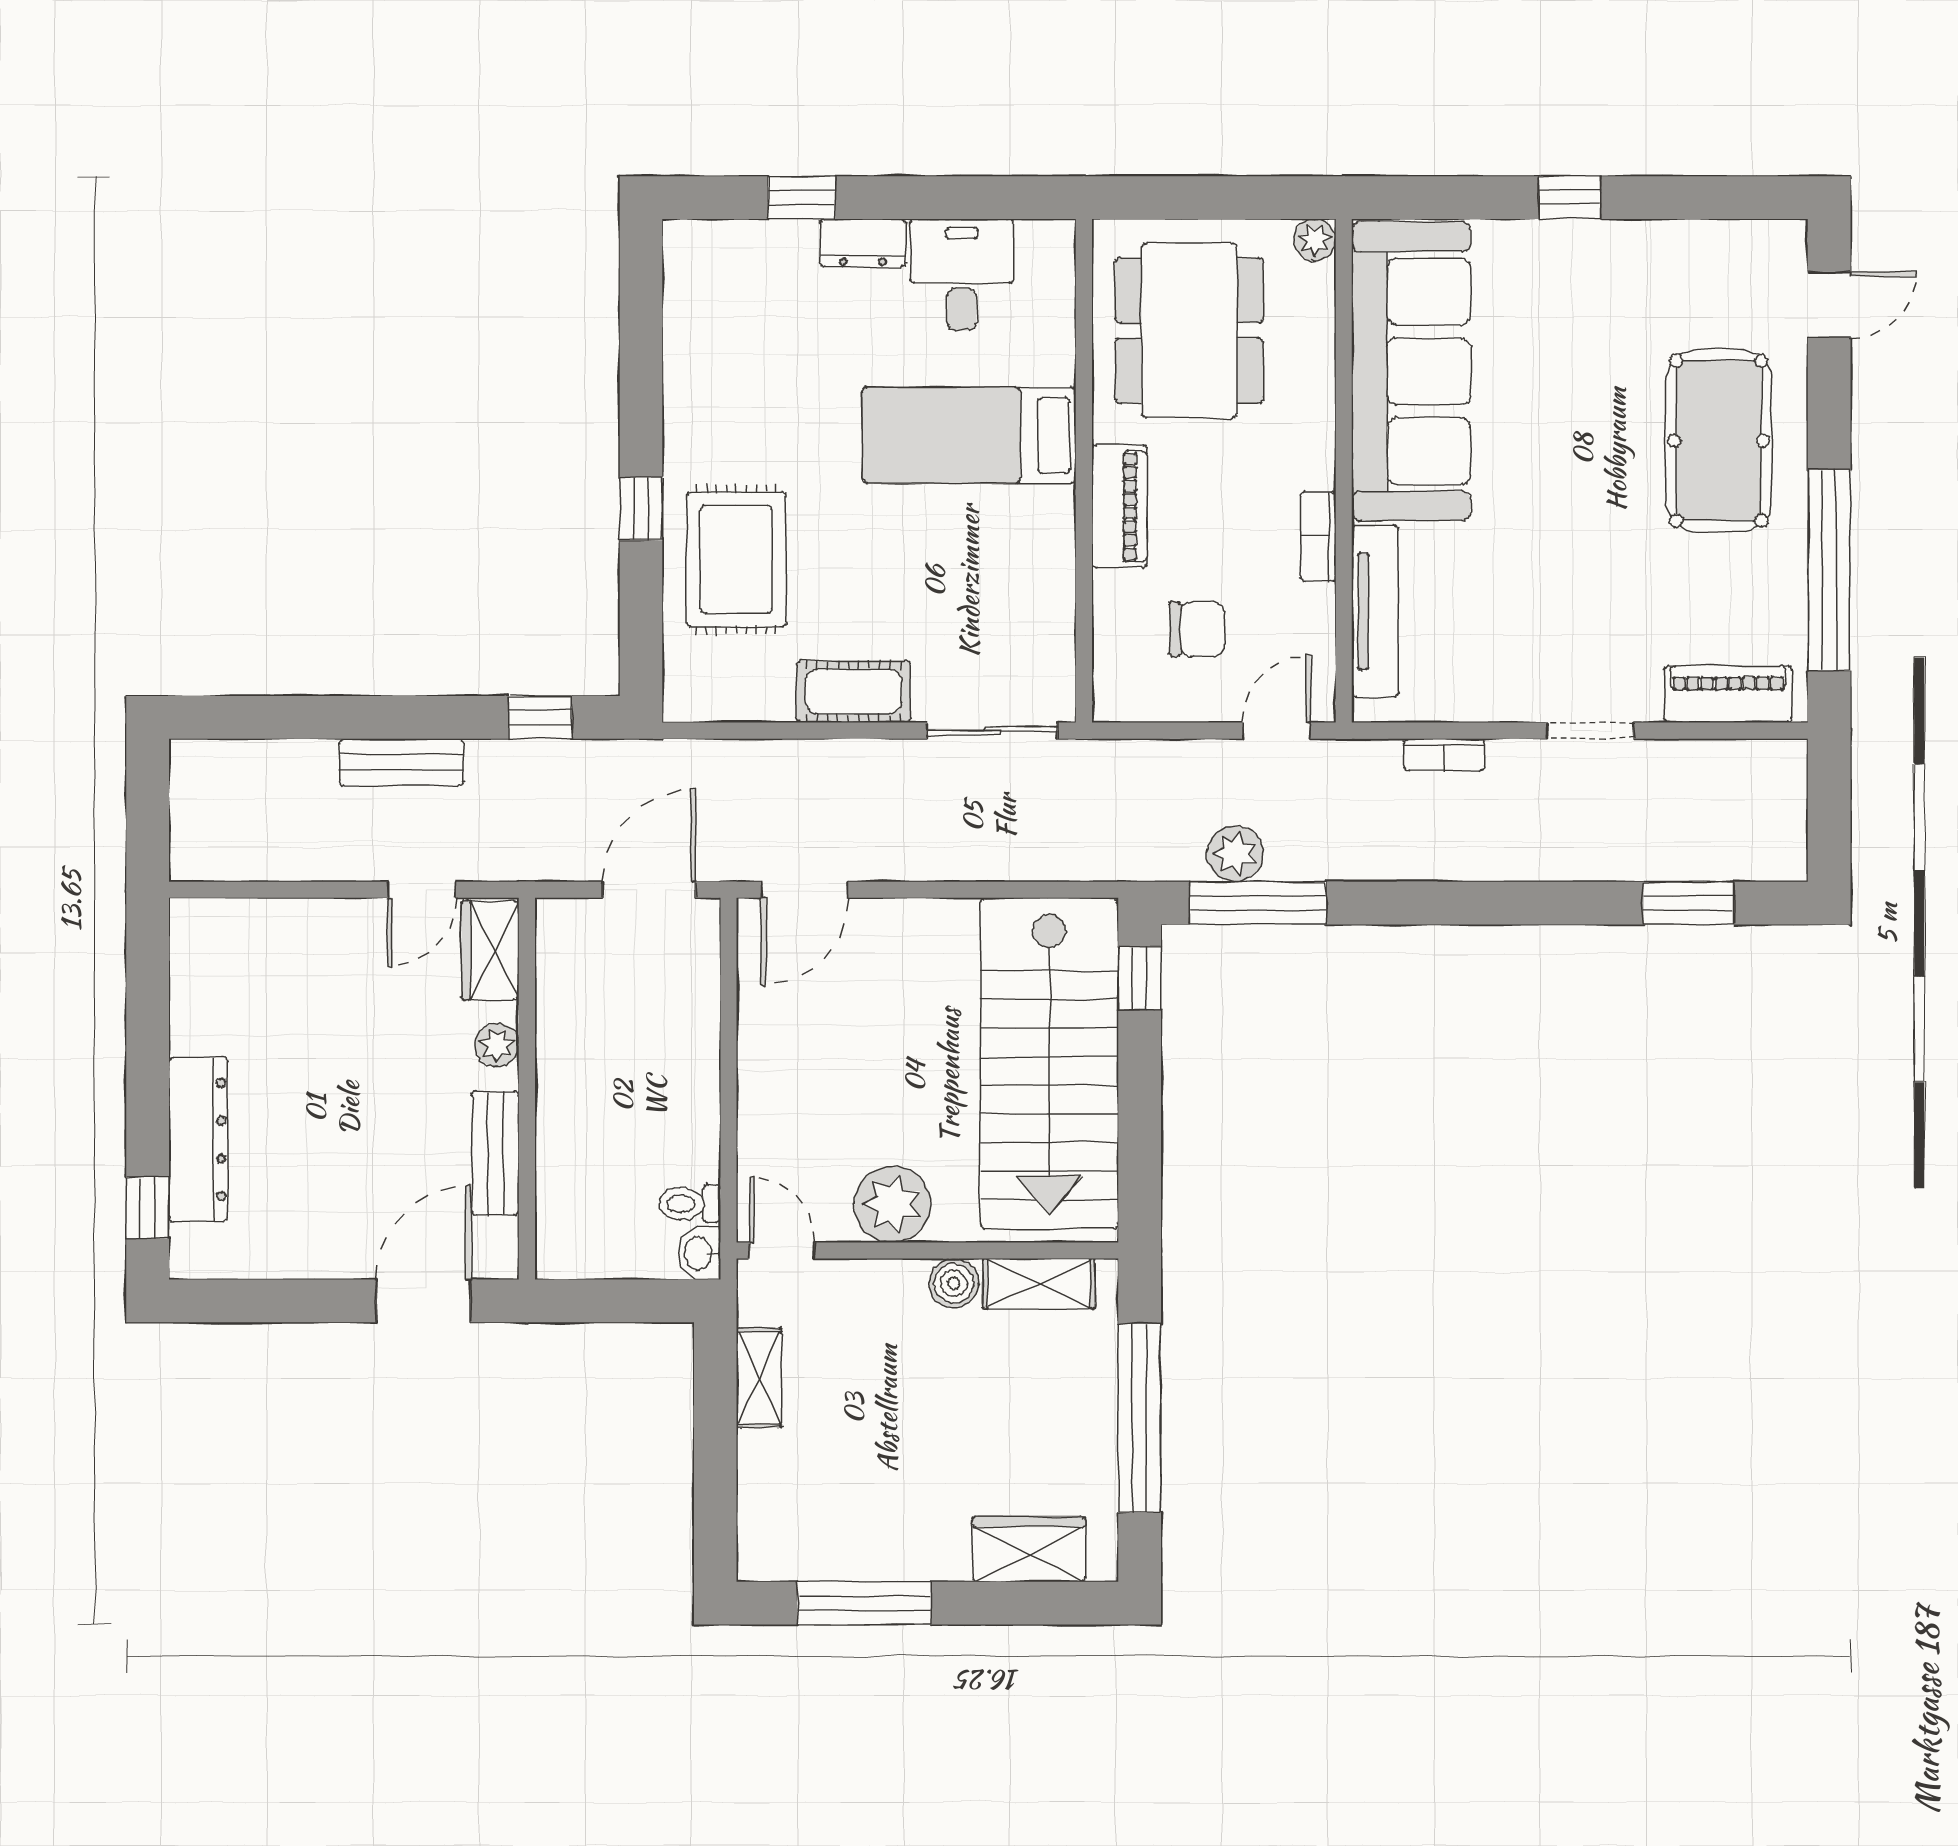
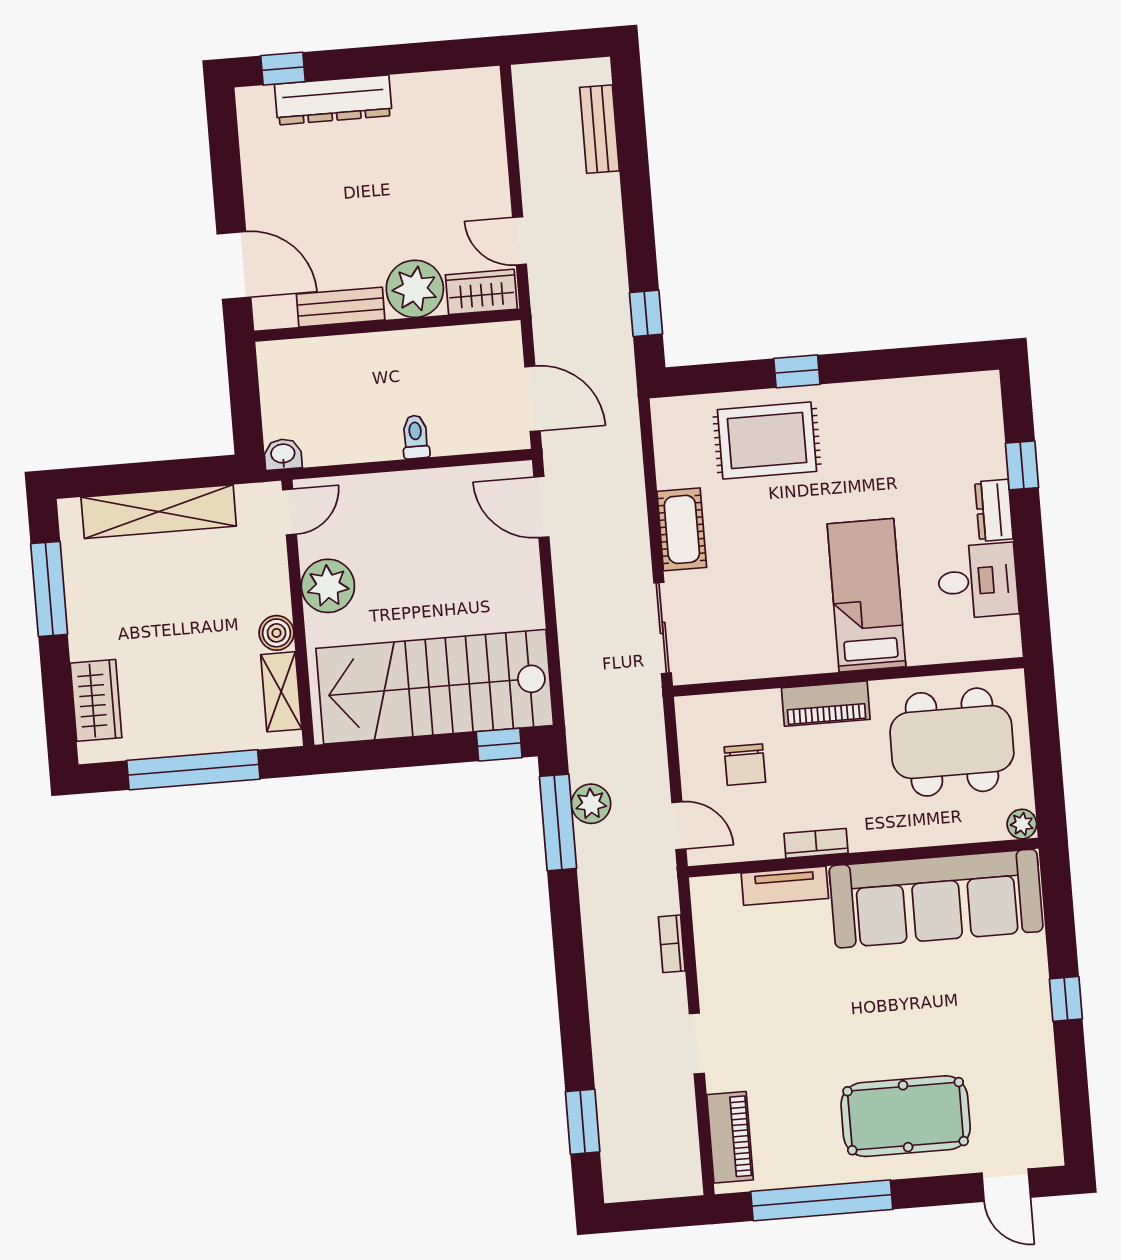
tv unit: (1375, 611) -> (785, 886), width x0.71
bench: (401, 762) -> (599, 129), moved
plant: (497, 1045) -> (415, 289), width x1.87, depth x1.87
toilet: (690, 1204) -> (416, 437), moved
shelving: (759, 1378) -> (159, 512), width x2.20, depth x1.33

